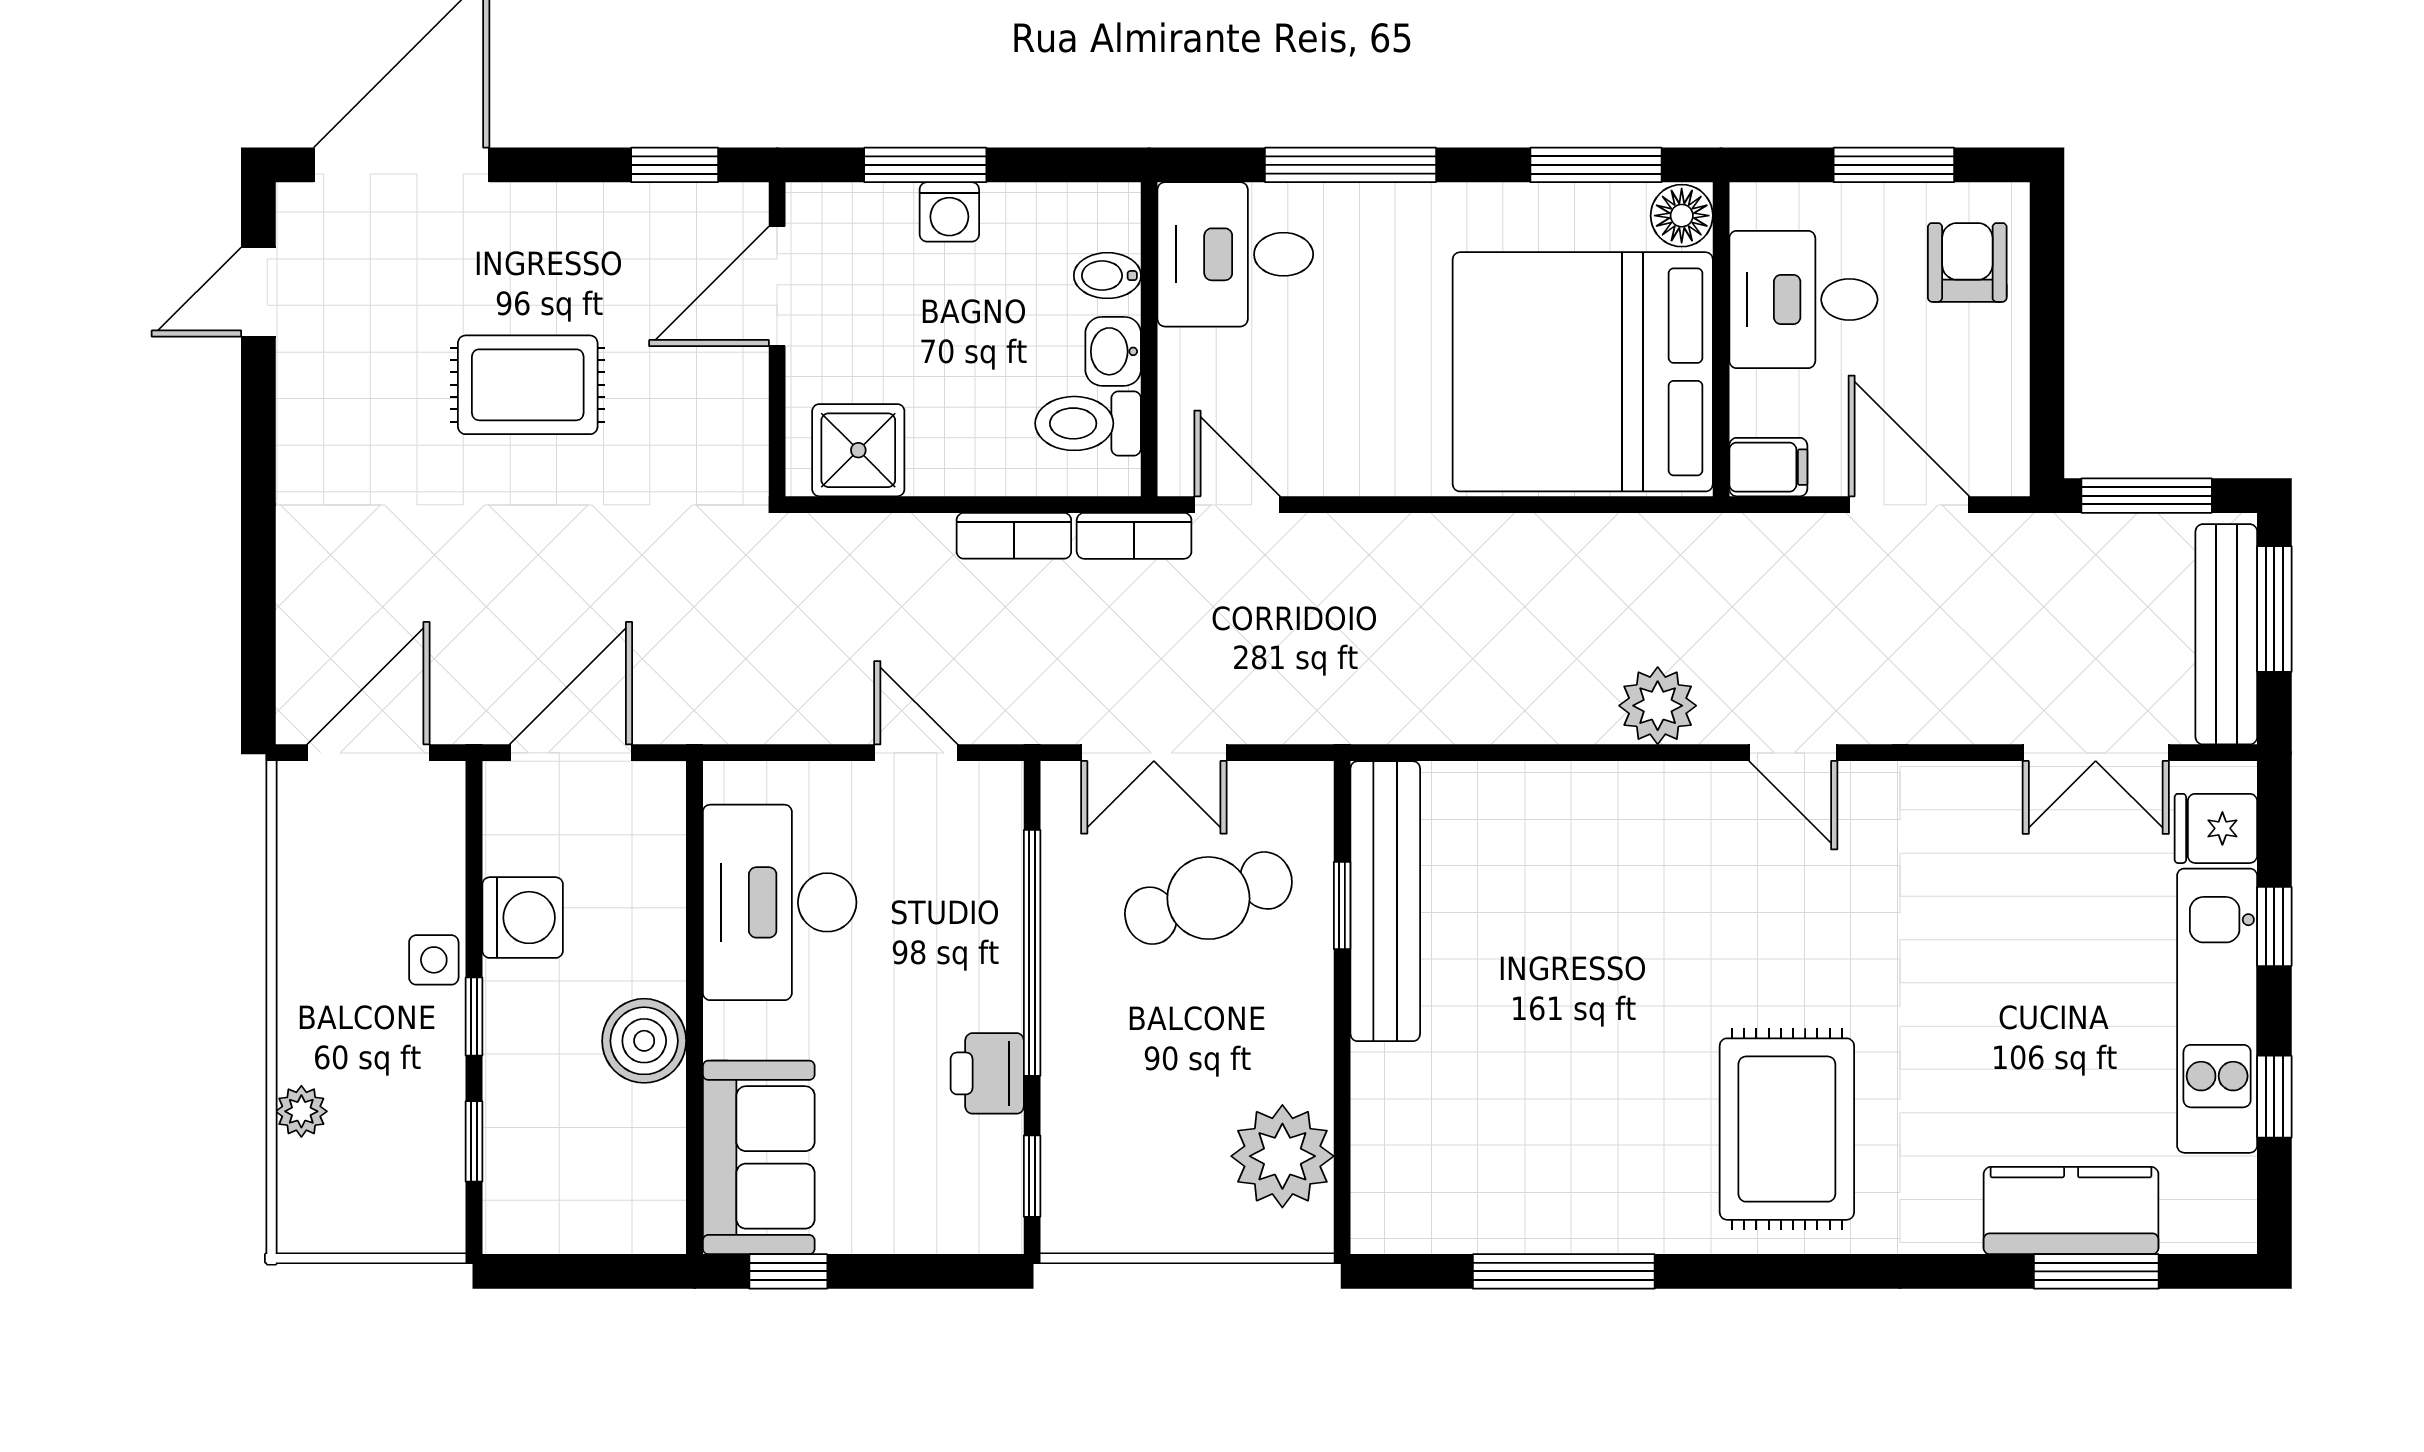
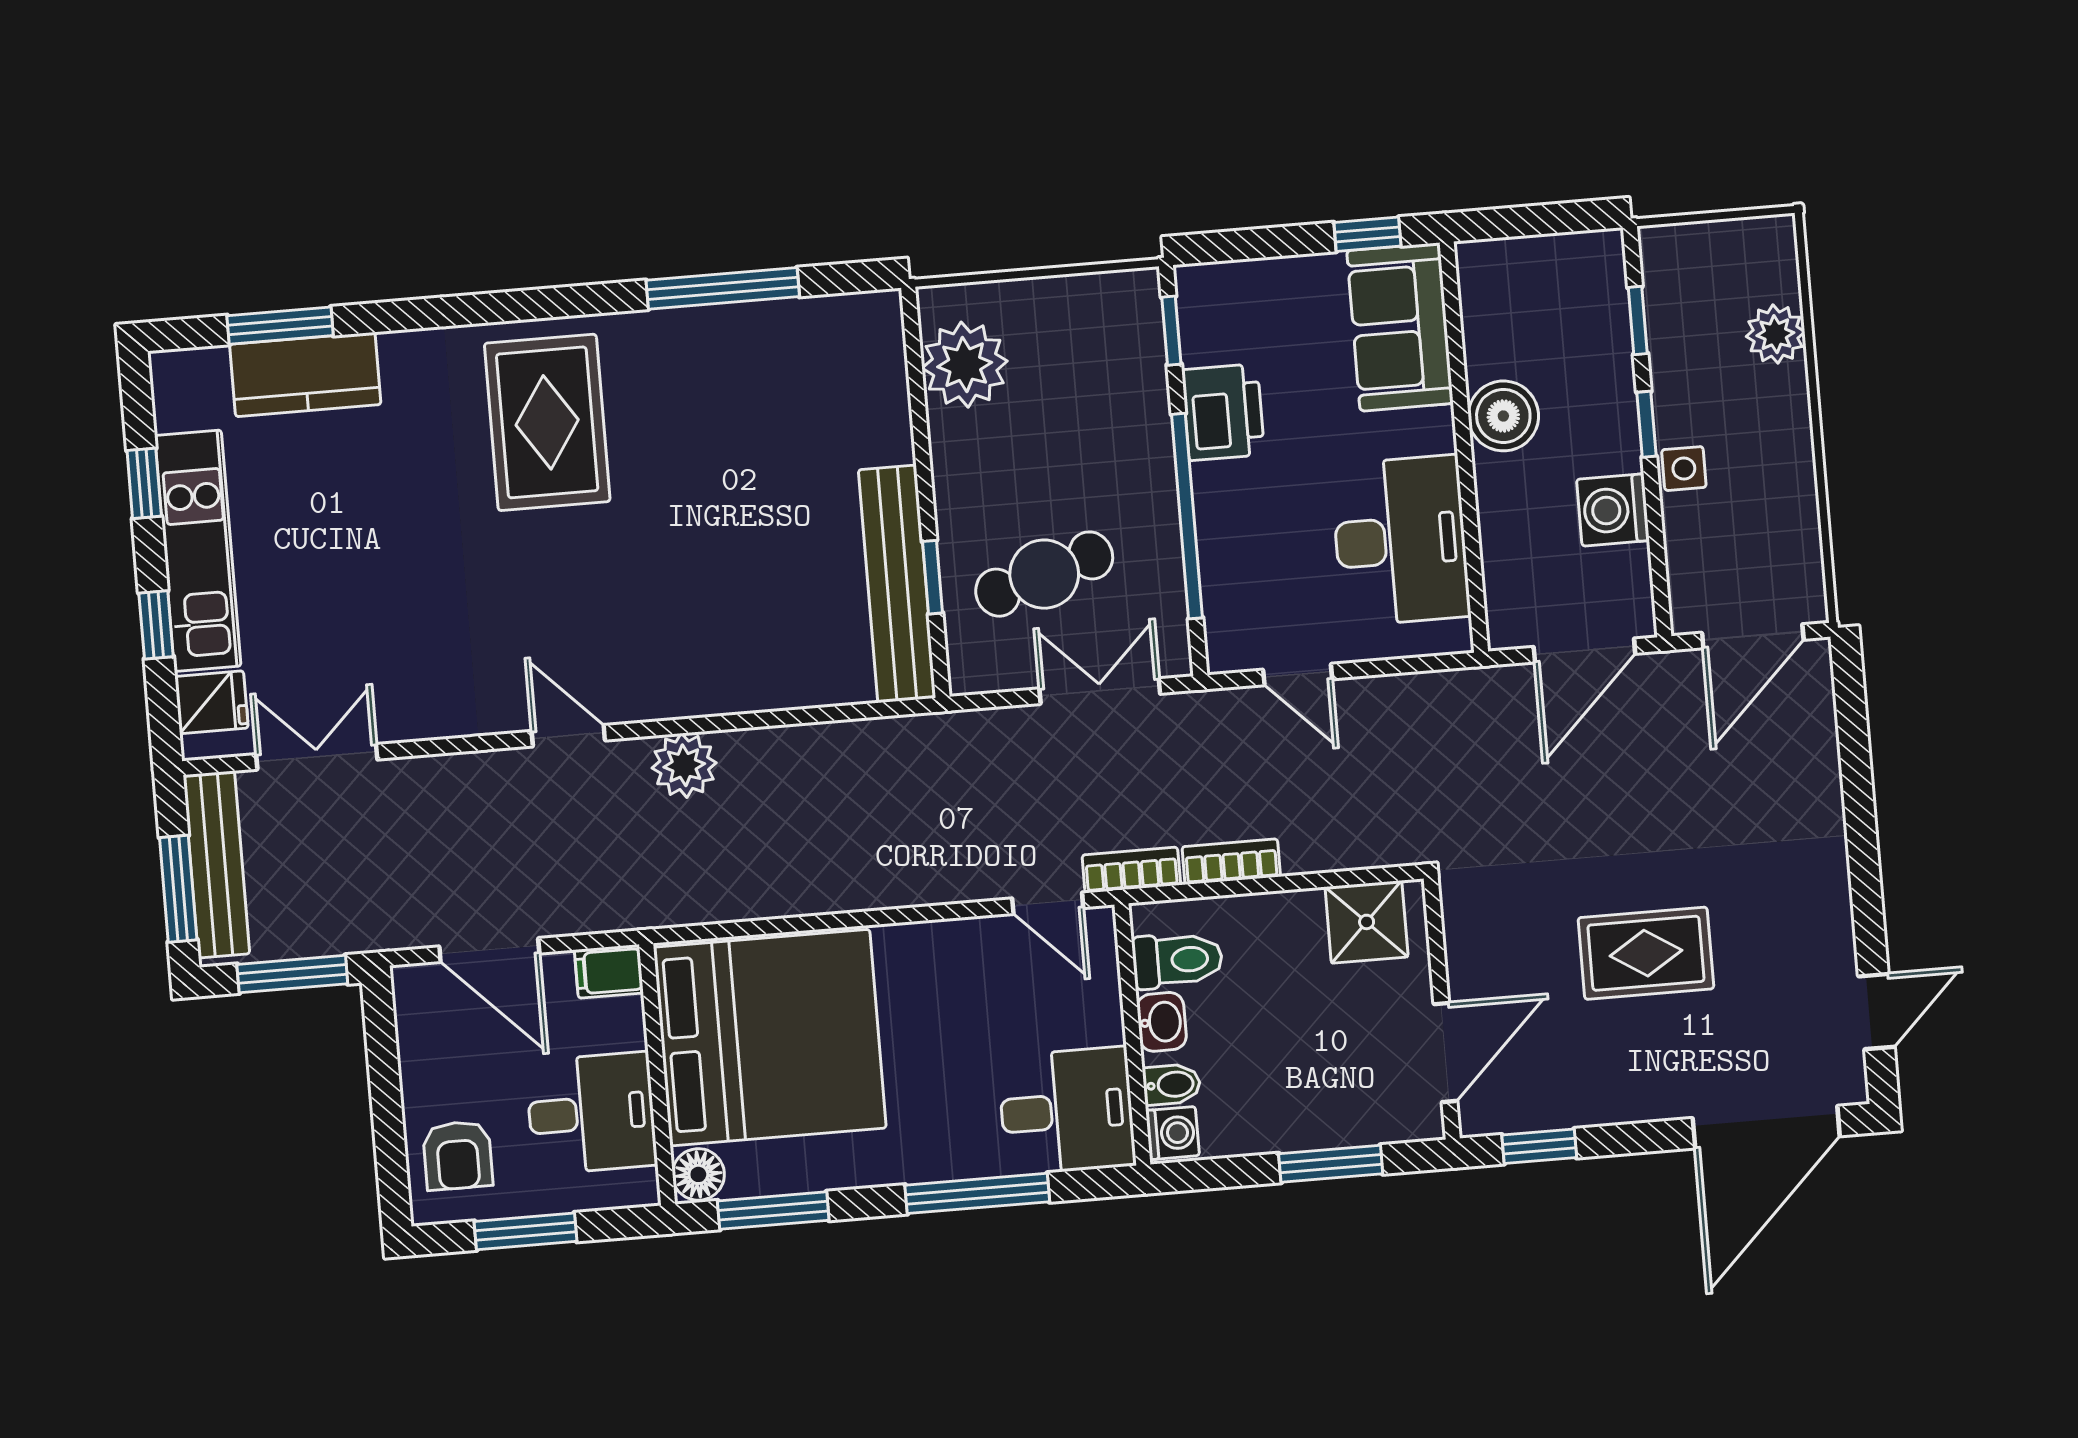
washing machine: (949, 212) -> (1173, 1133), moved, turned 90
printer: (987, 1073) -> (1223, 412), width x1.36, depth x1.24
plant: (301, 1111) -> (1775, 334), width x1.38, depth x1.38

